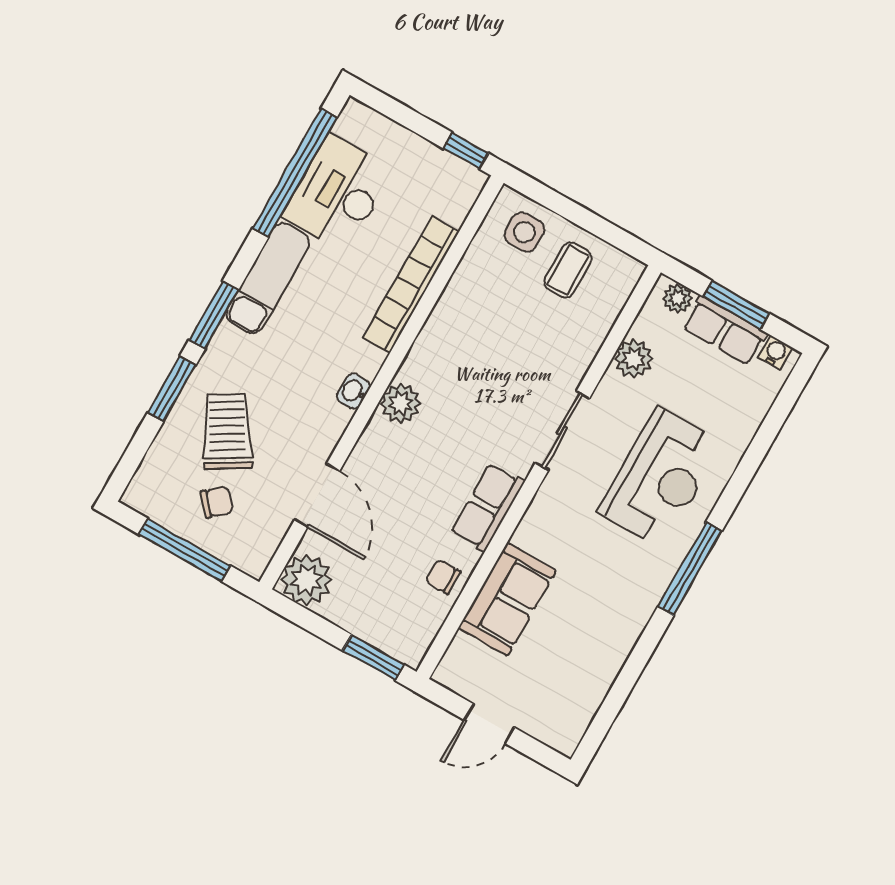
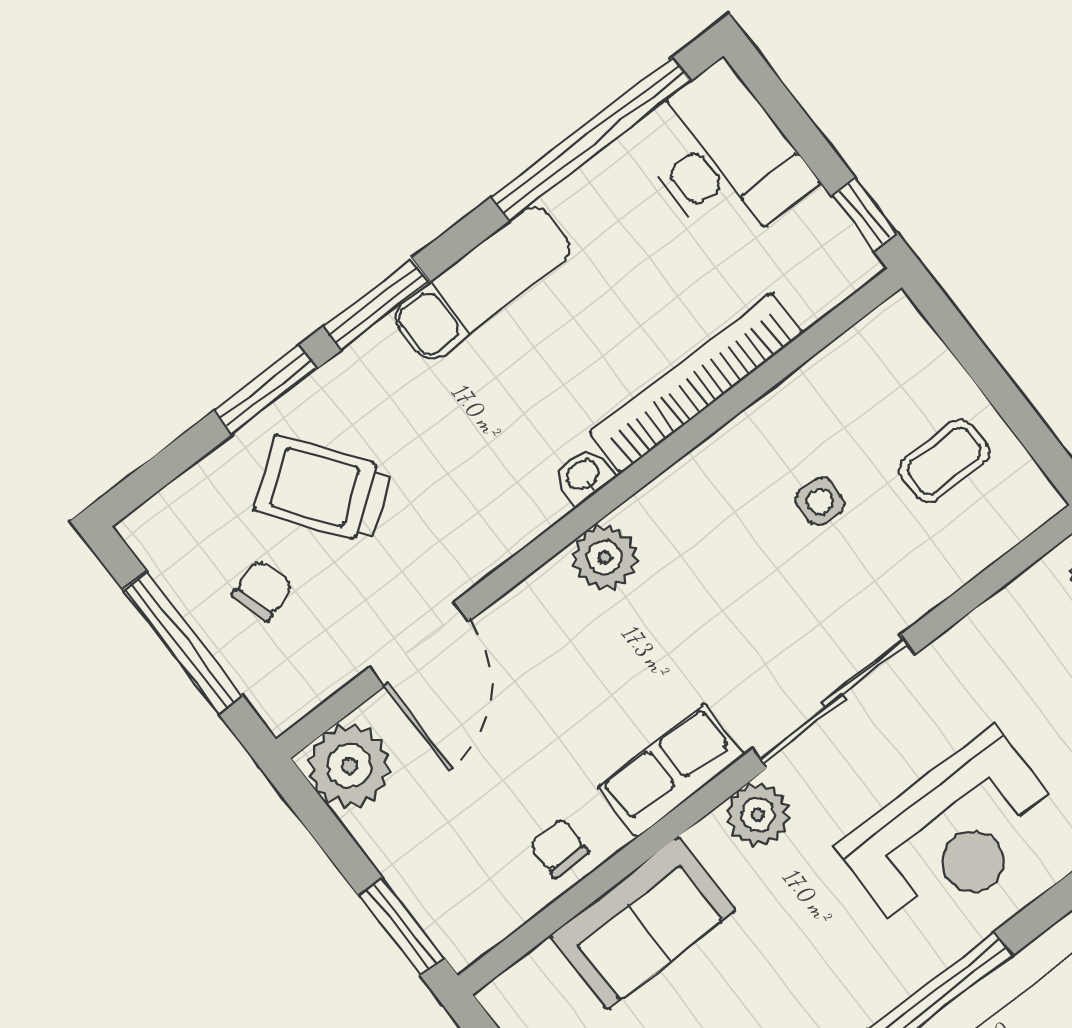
desk: (338, 193) -> (723, 158), moved, turned 90
side table: (524, 232) -> (820, 501), moved, width x0.73, depth x0.73
plant: (634, 359) -> (758, 815), moved
washbasin: (353, 391) -> (583, 476), moved
trolley: (227, 431) -> (323, 489), turned -95
sliding door: (562, 431) -> (834, 702), width x1.37
chair: (217, 502) -> (262, 590), turned -66

